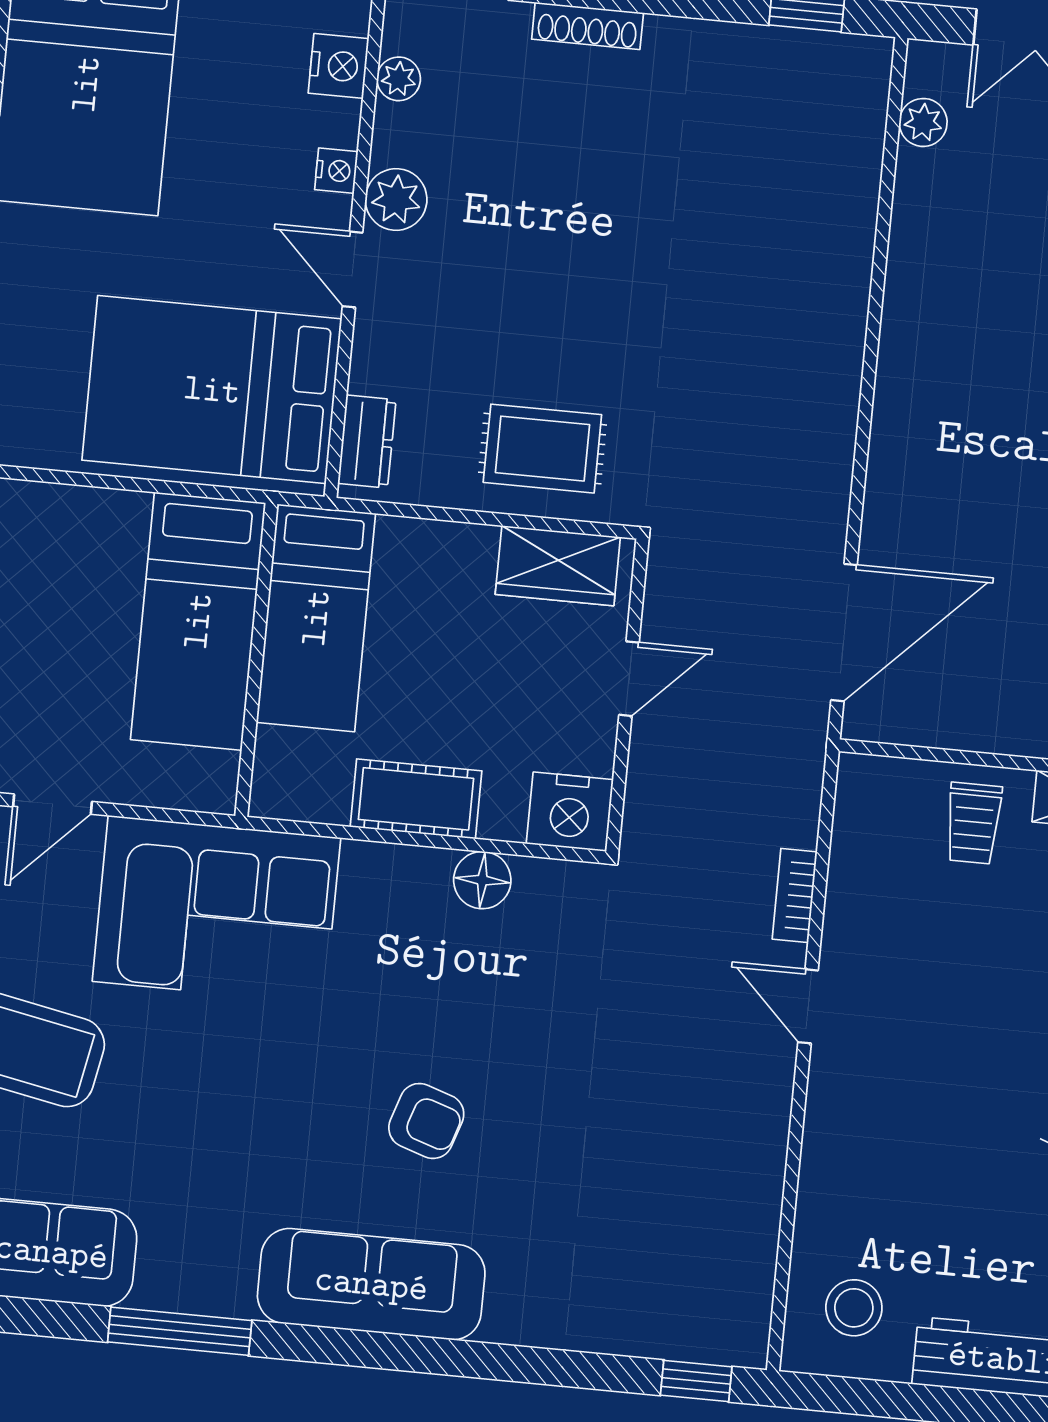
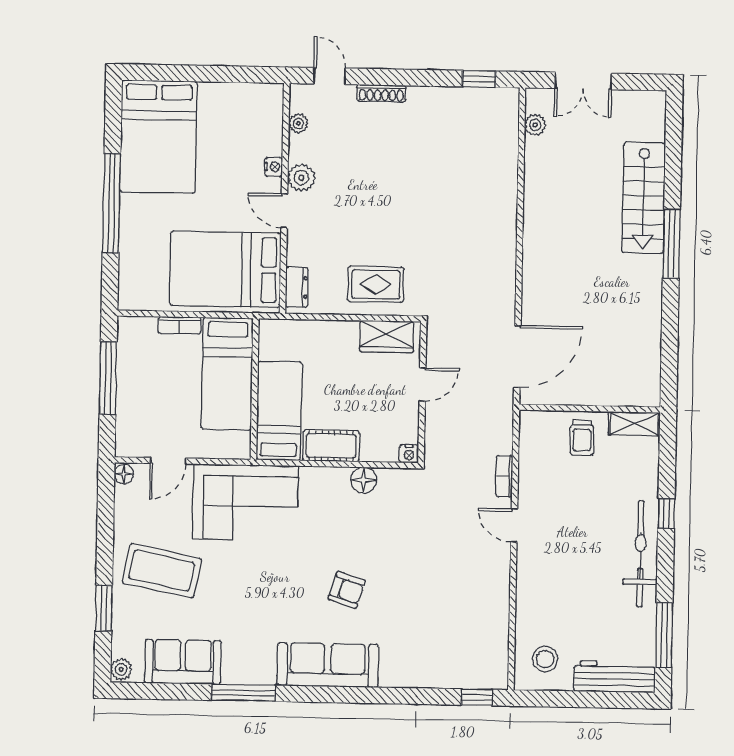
nightstand: (338, 66) -> (271, 120), removed
bookcase: (101, 506) -> (180, 325), added
bed: (316, 618) -> (279, 411), moved, turned 180
nightstand: (570, 812) -> (409, 454), width x0.53, depth x0.56

